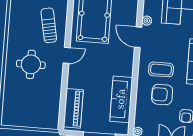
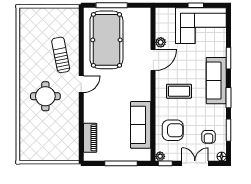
door: (138, 37) -> (153, 60), swing flipped
armchair: (162, 95) -> (173, 130), moved, turned 180
piano: (73, 108) -> (90, 138), width x0.73, depth x0.75

